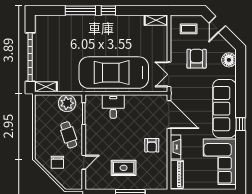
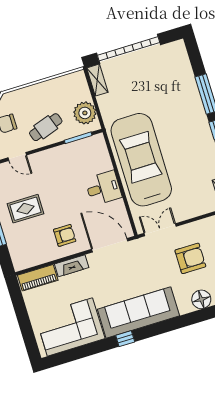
desk: (113, 106) -> (103, 188), moved
door: (169, 115) -> (110, 245), swing flipped
armchair: (152, 145) -> (65, 235), turned 180
rug: (124, 168) -> (25, 209), turned 90

